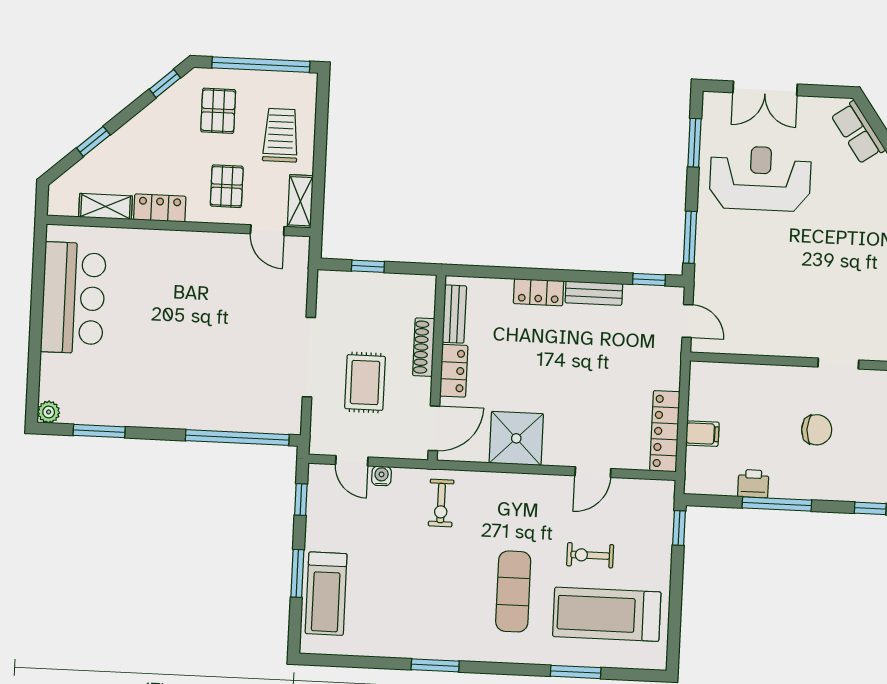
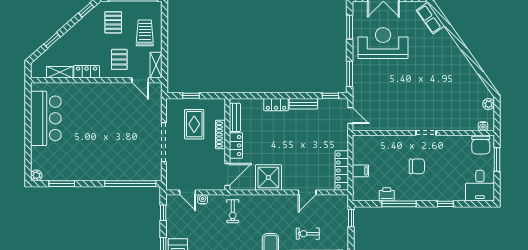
rug: (365, 382) -> (194, 124), moved

